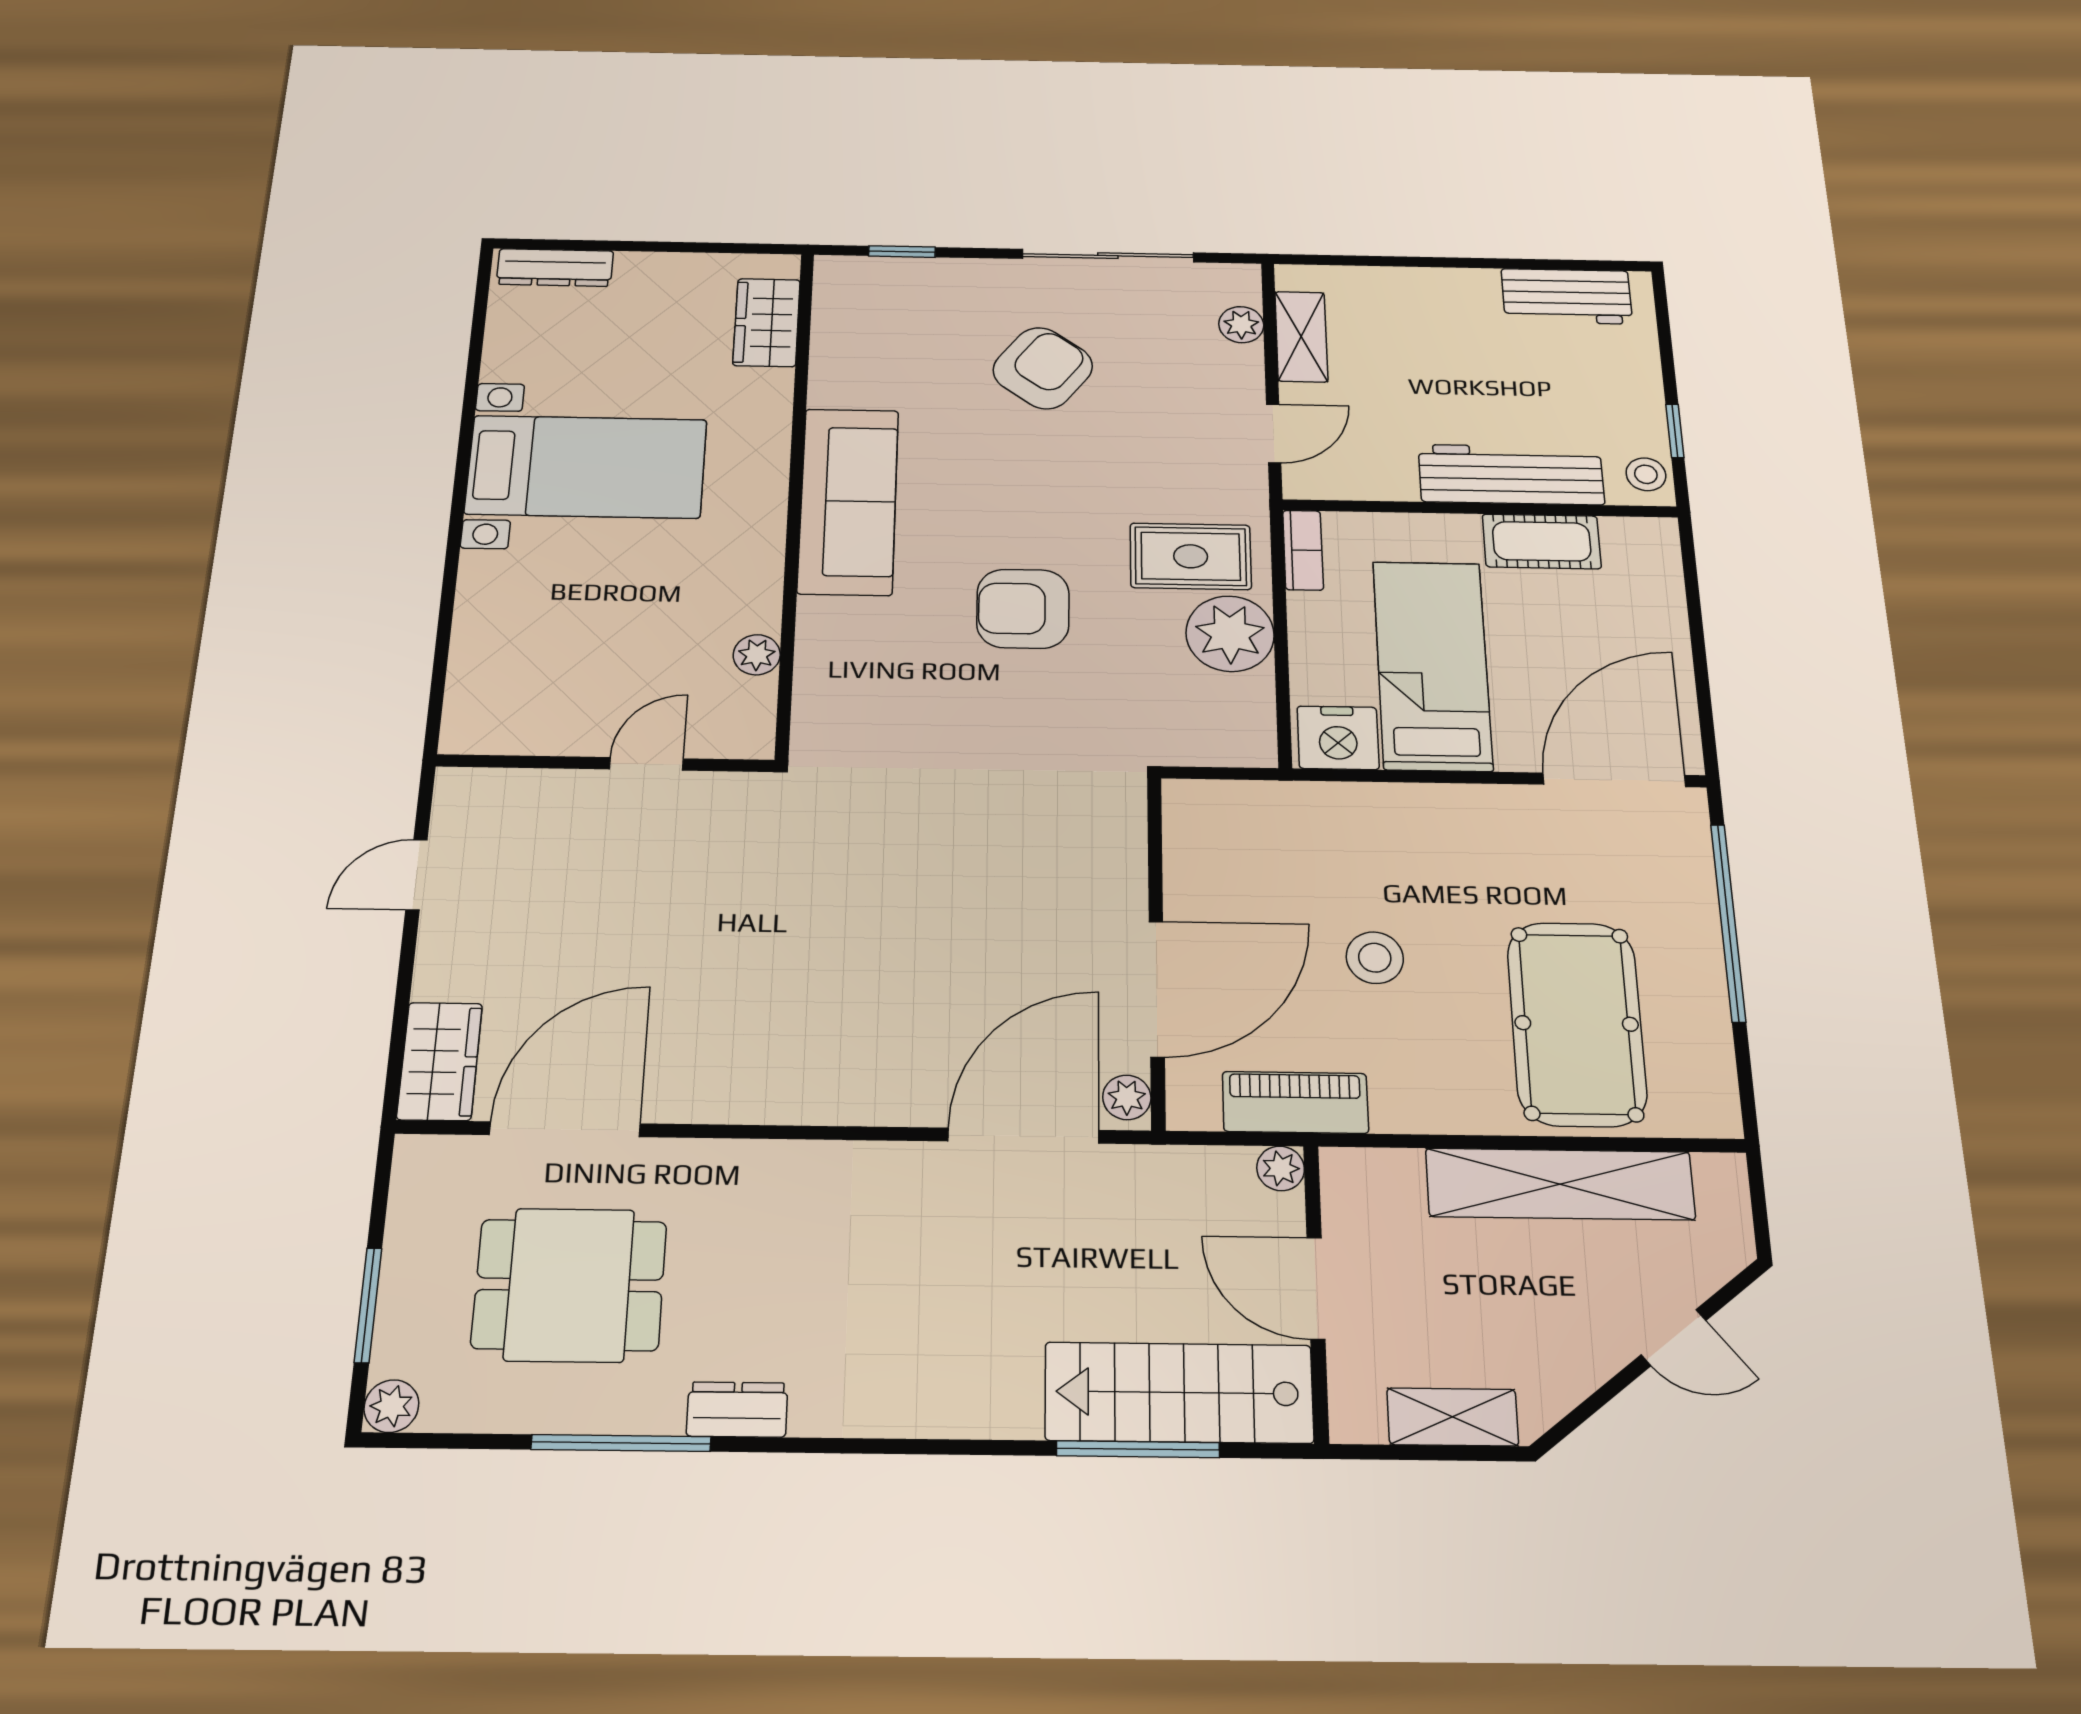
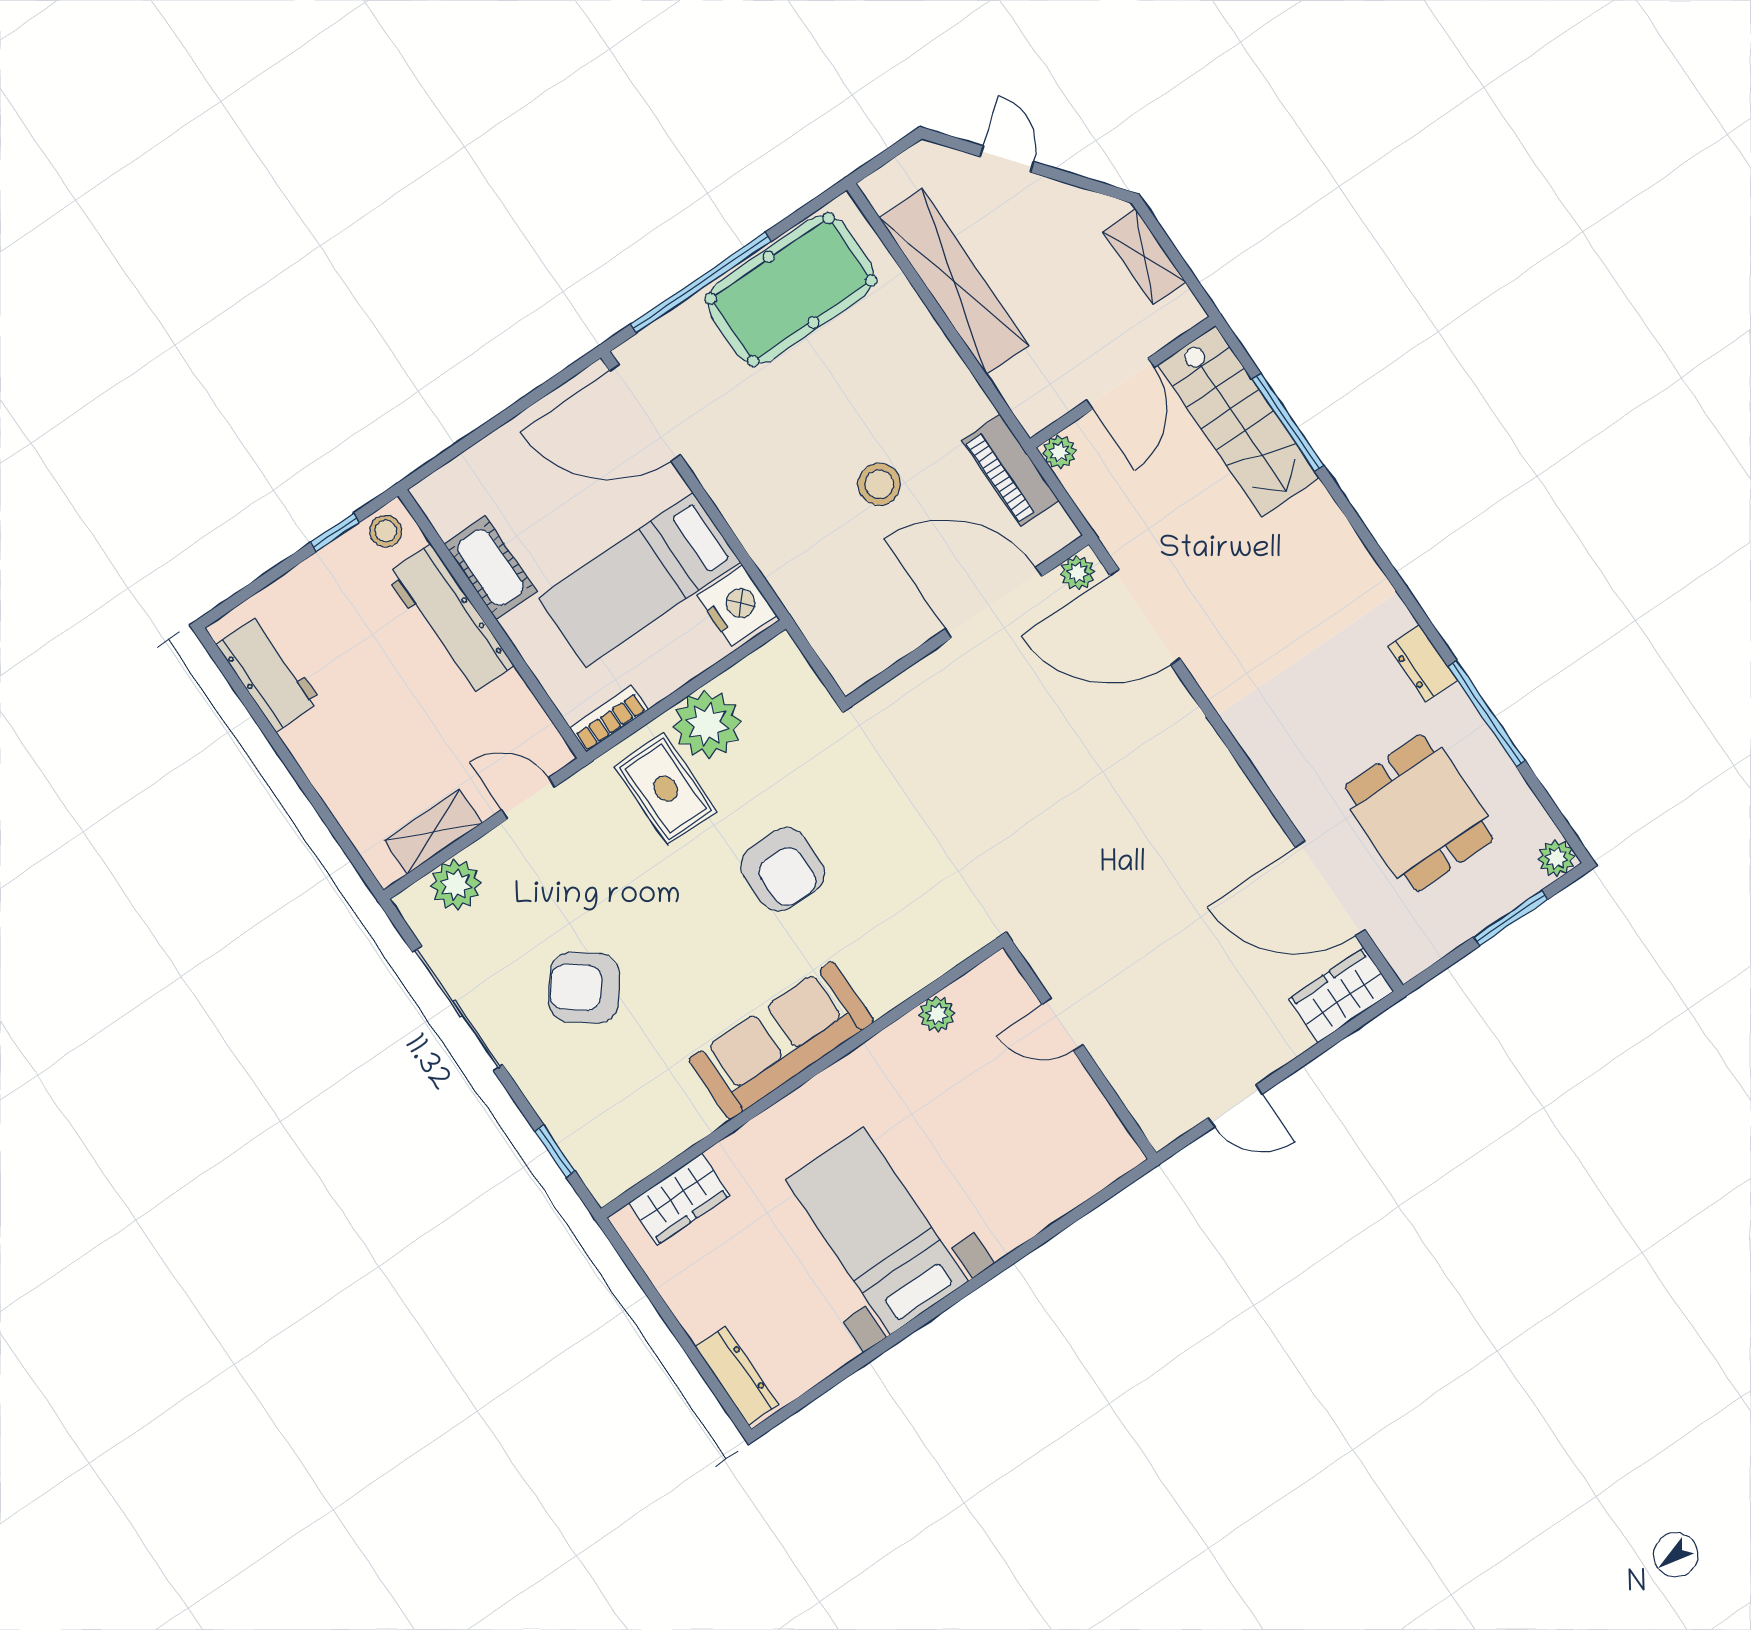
plant: (1241, 325) -> (456, 885), width x1.38, depth x1.38
pool table: (1577, 1023) -> (791, 290), moved

